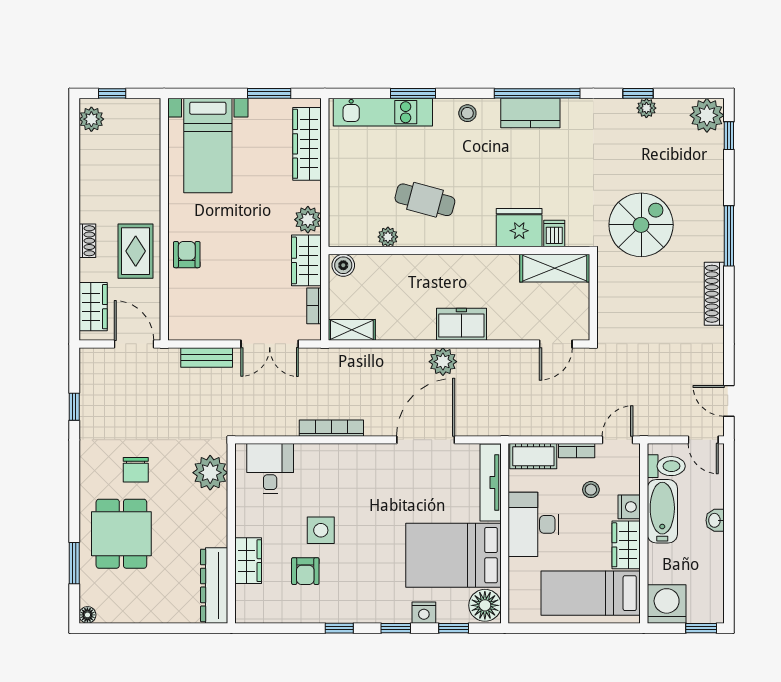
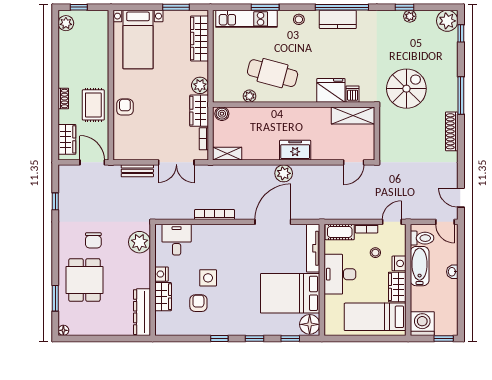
cafe table: (425, 200) -> (273, 73), width x1.37, depth x1.35
armchair: (305, 571) -> (198, 303), turned 180
nightstand: (424, 613) -> (161, 274), moved, turned 90

